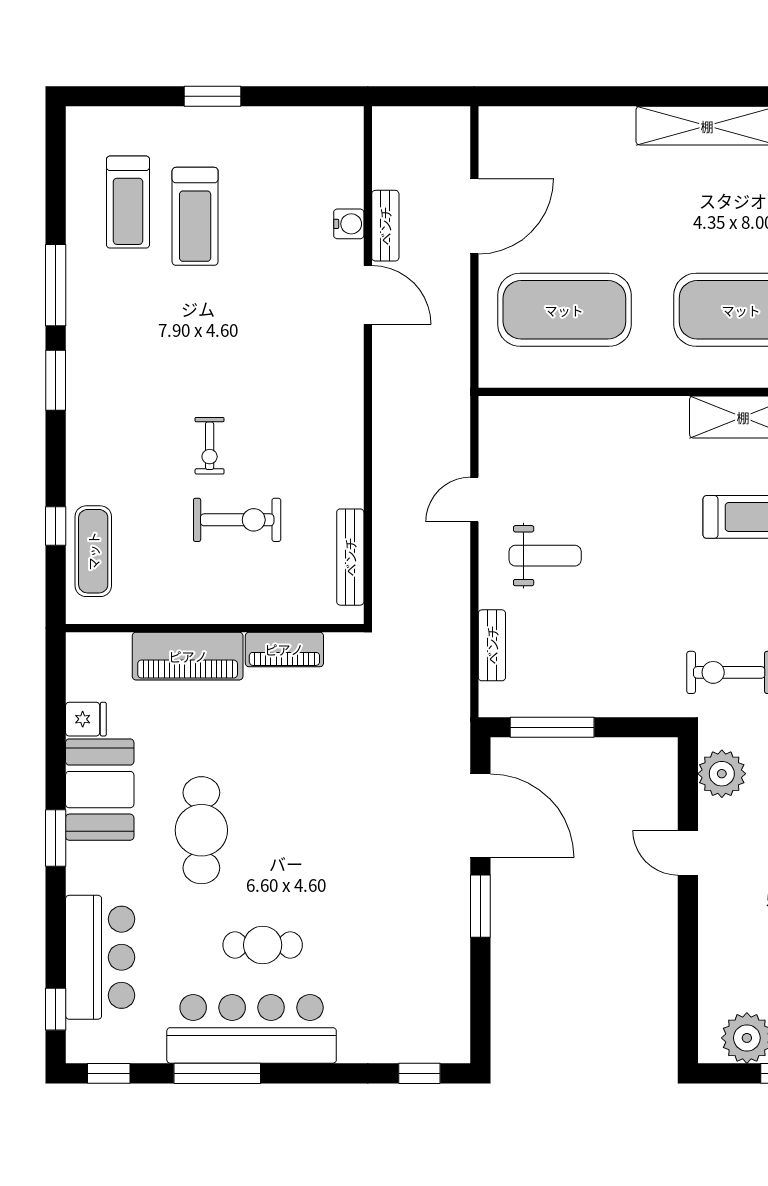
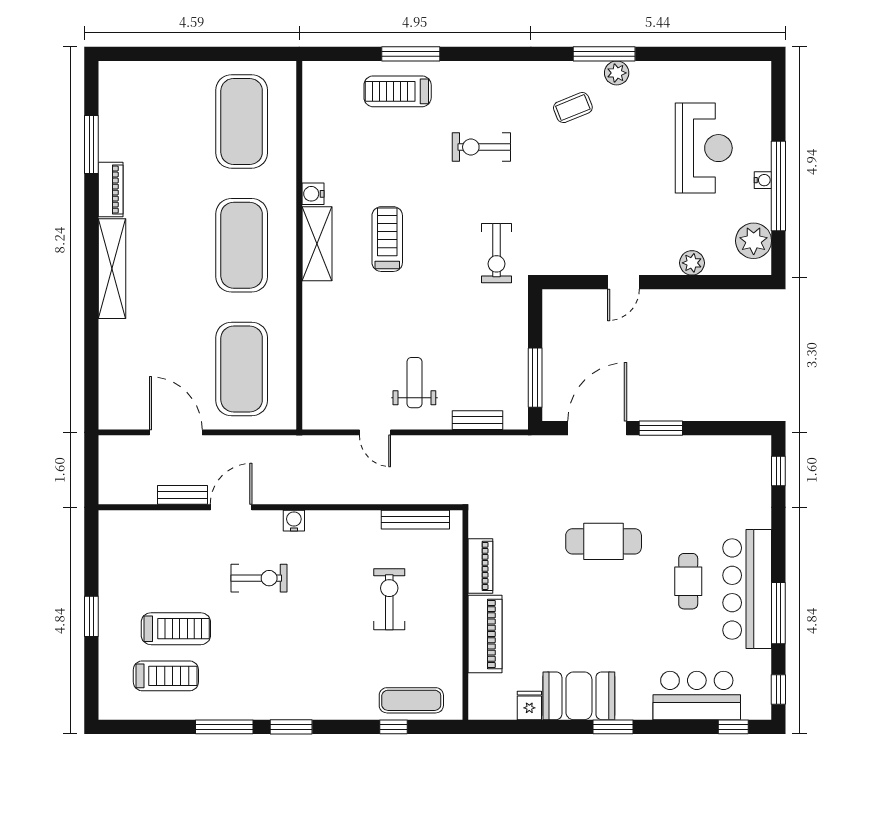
water cooler: (349, 224) -> (294, 521), moved
exercise bike: (210, 446) -> (259, 578), moved, width x1.38, depth x1.39
plant: (722, 774) -> (692, 263), moved, width x0.73, depth x0.73
cafe table: (201, 830) -> (604, 541), moved

